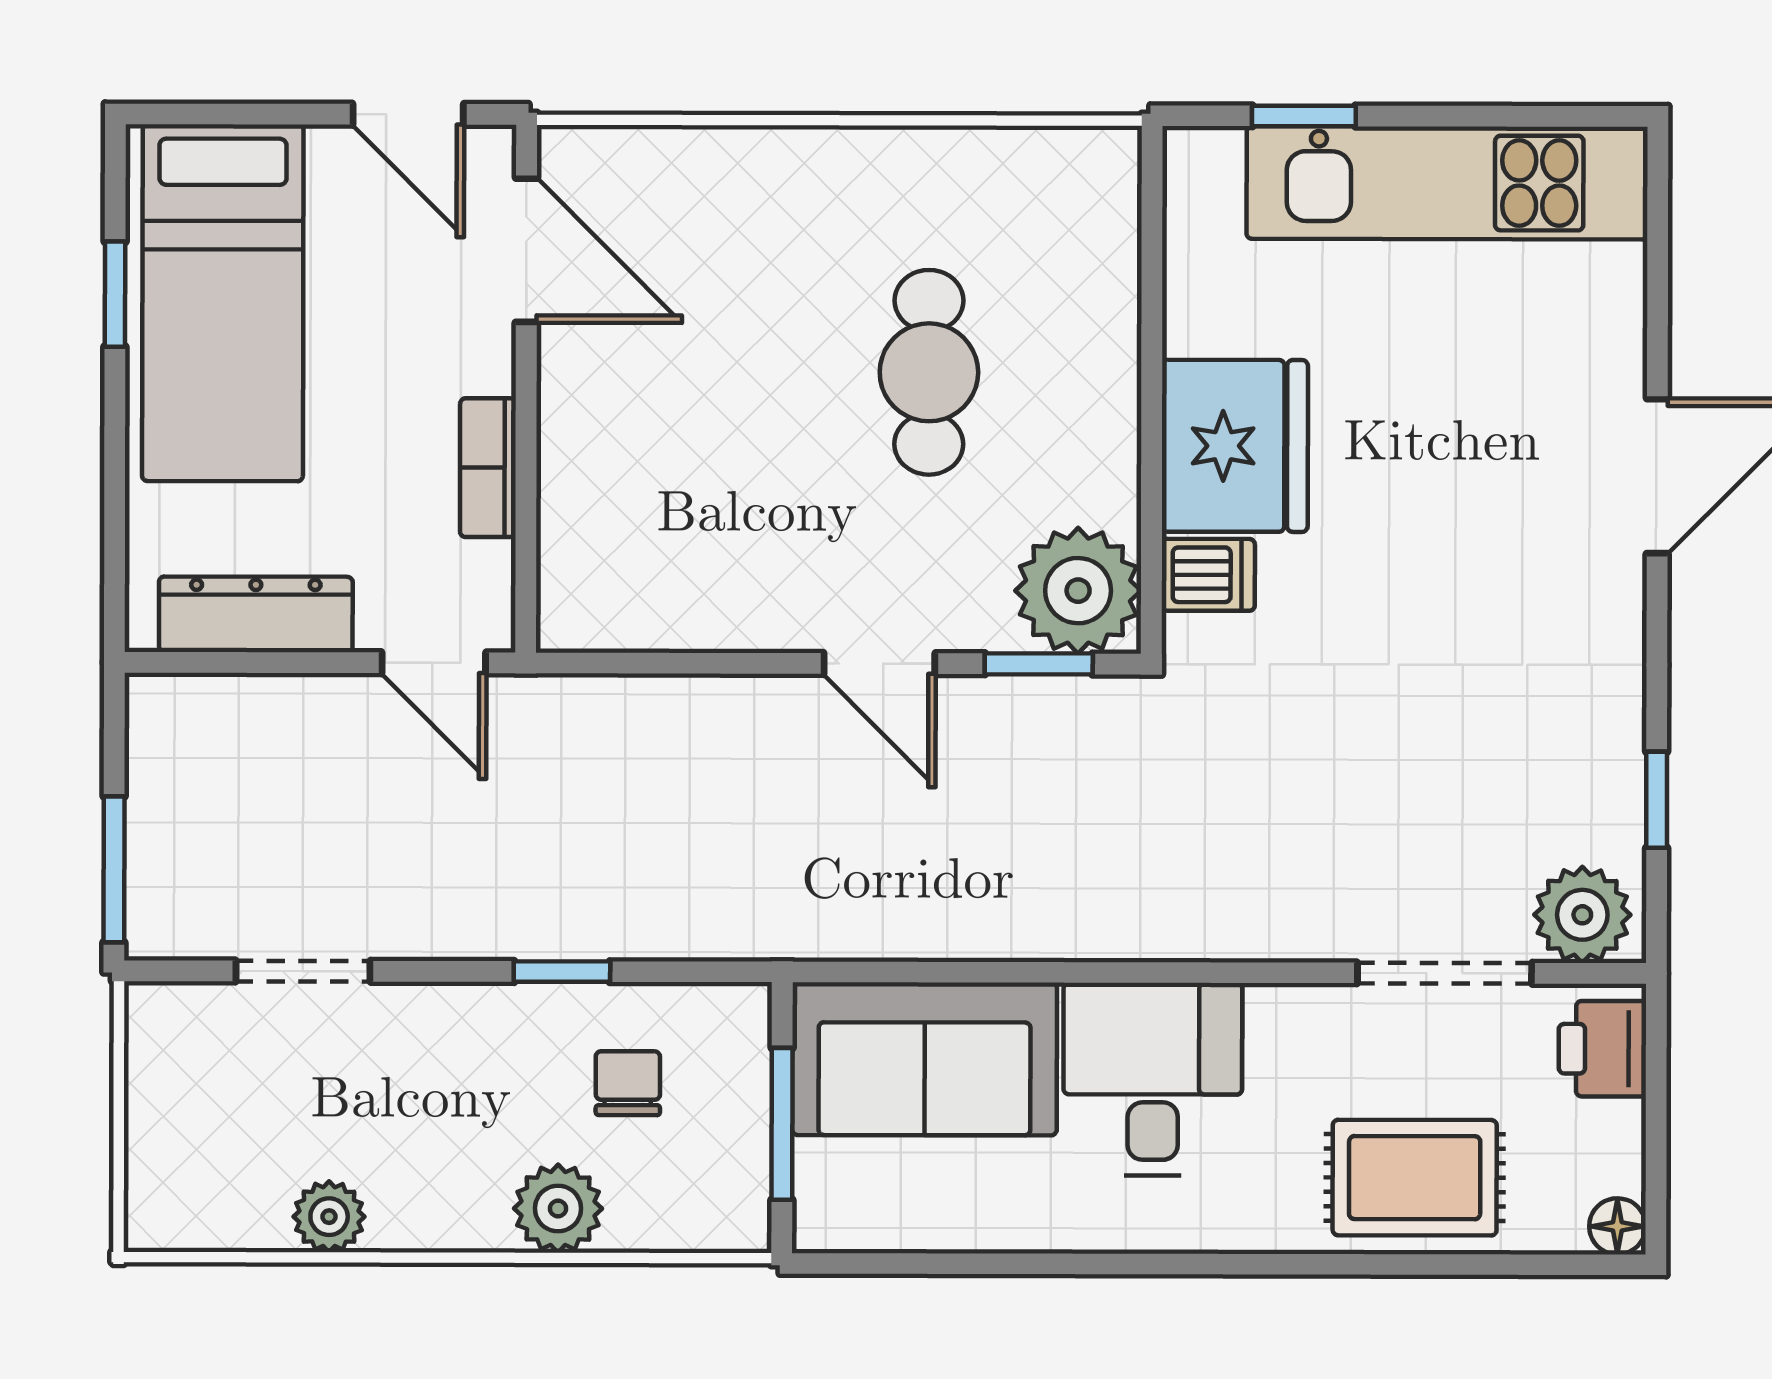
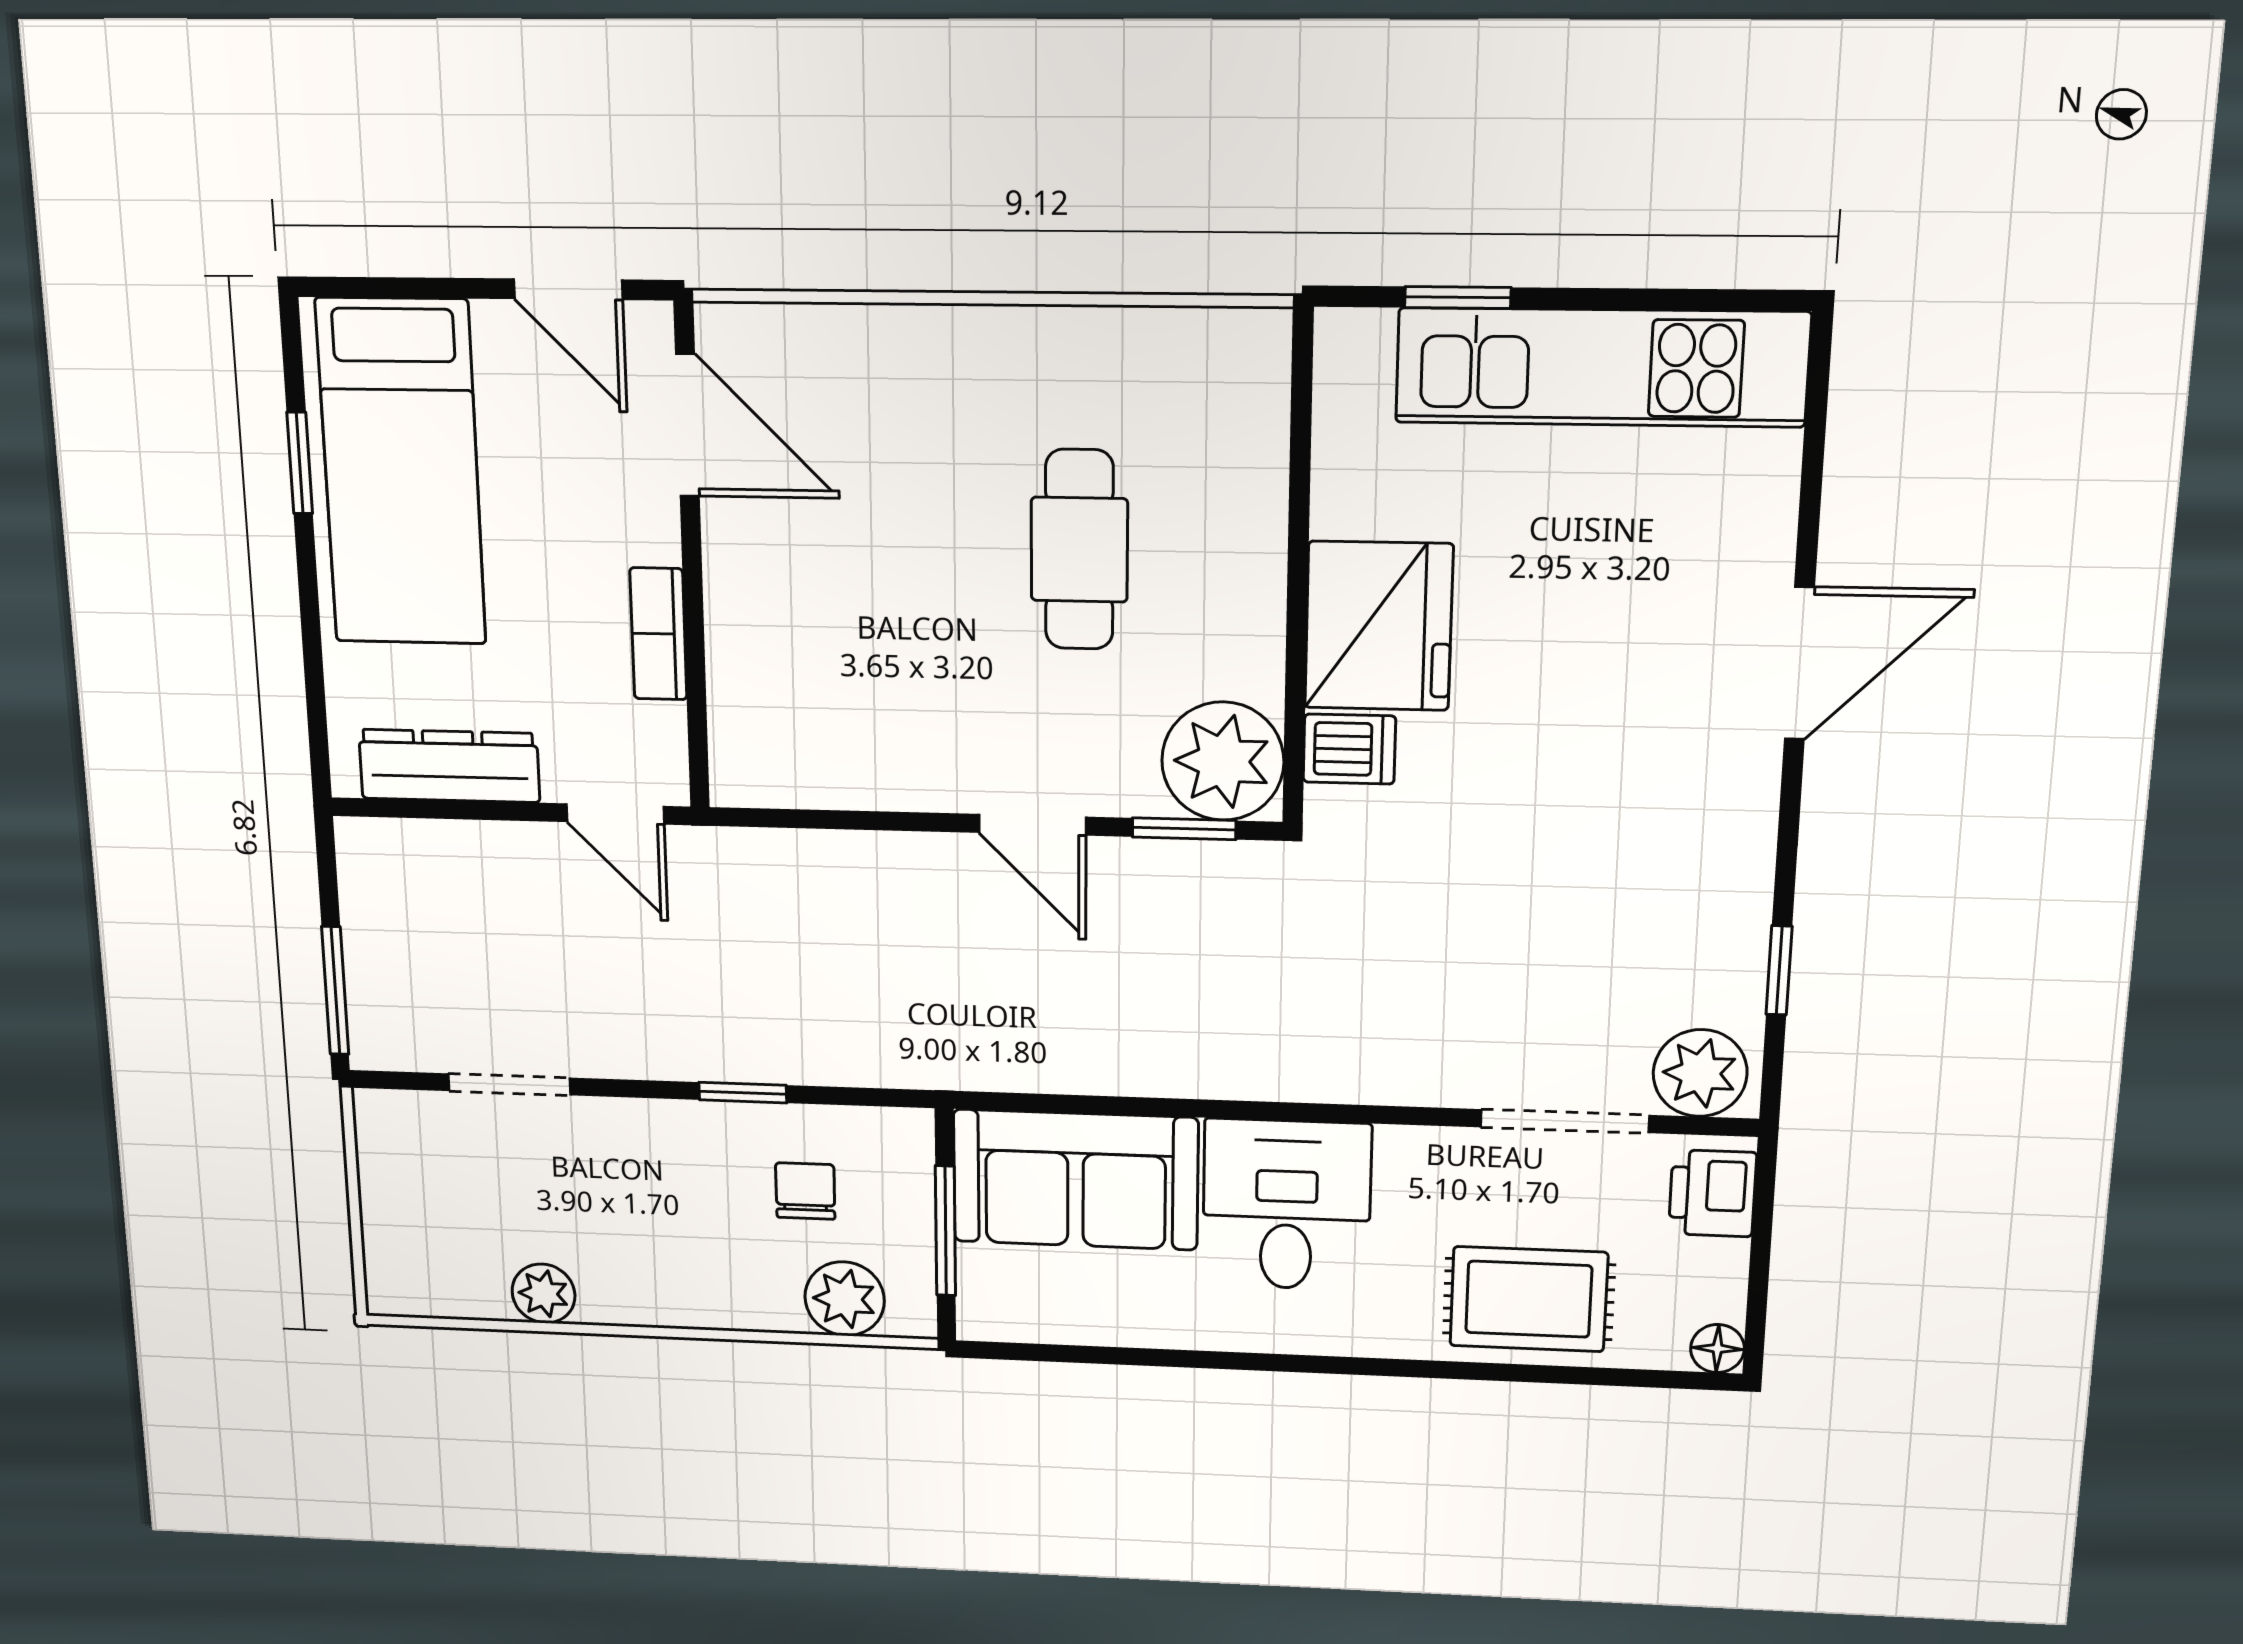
plant: (558, 1208) -> (845, 1299), moved

